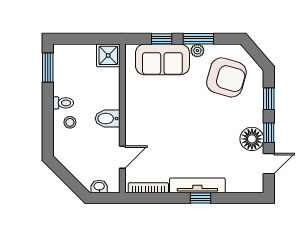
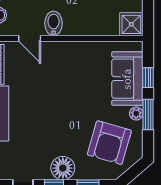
bidet: (107, 119) -> (54, 23), moved
floor lamp: (252, 139) -> (63, 168), moved

